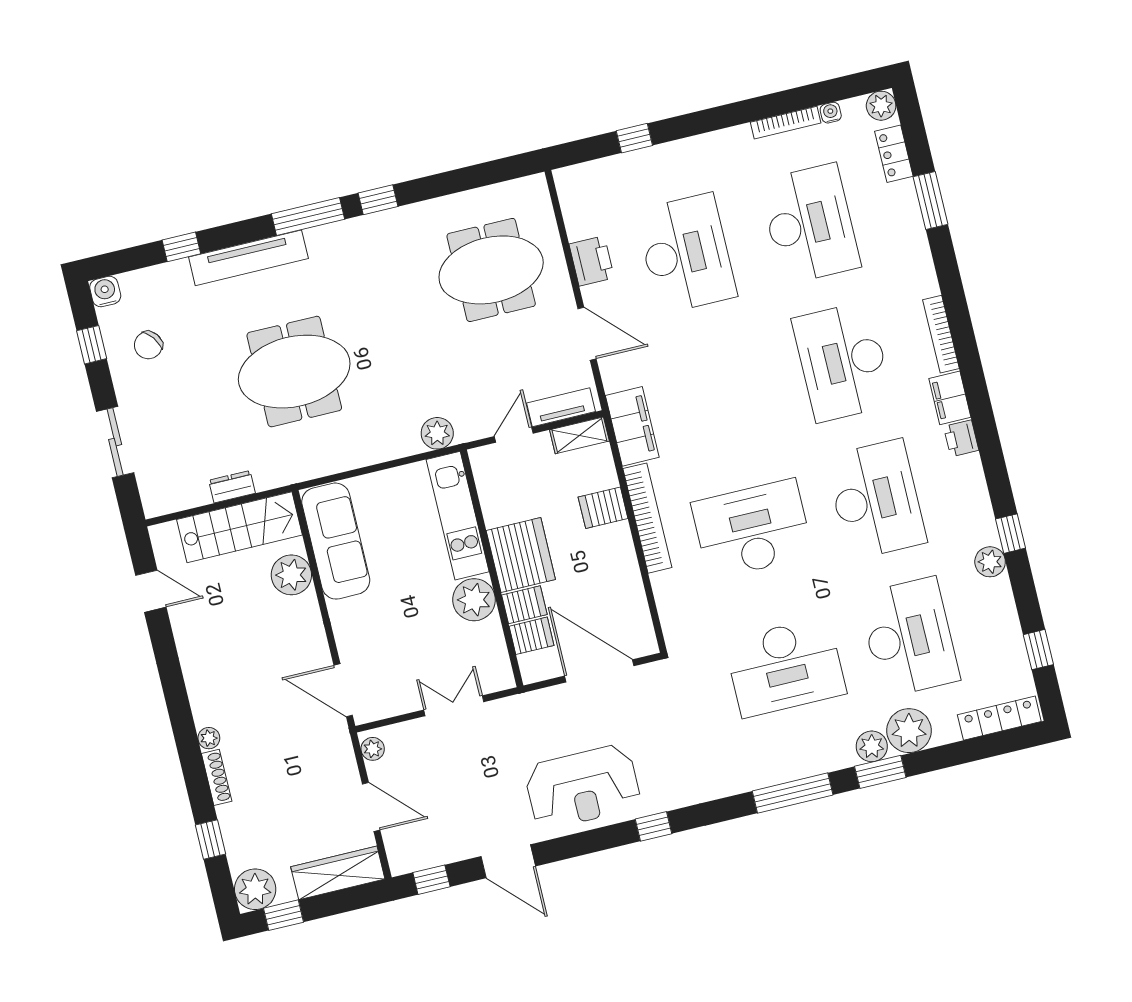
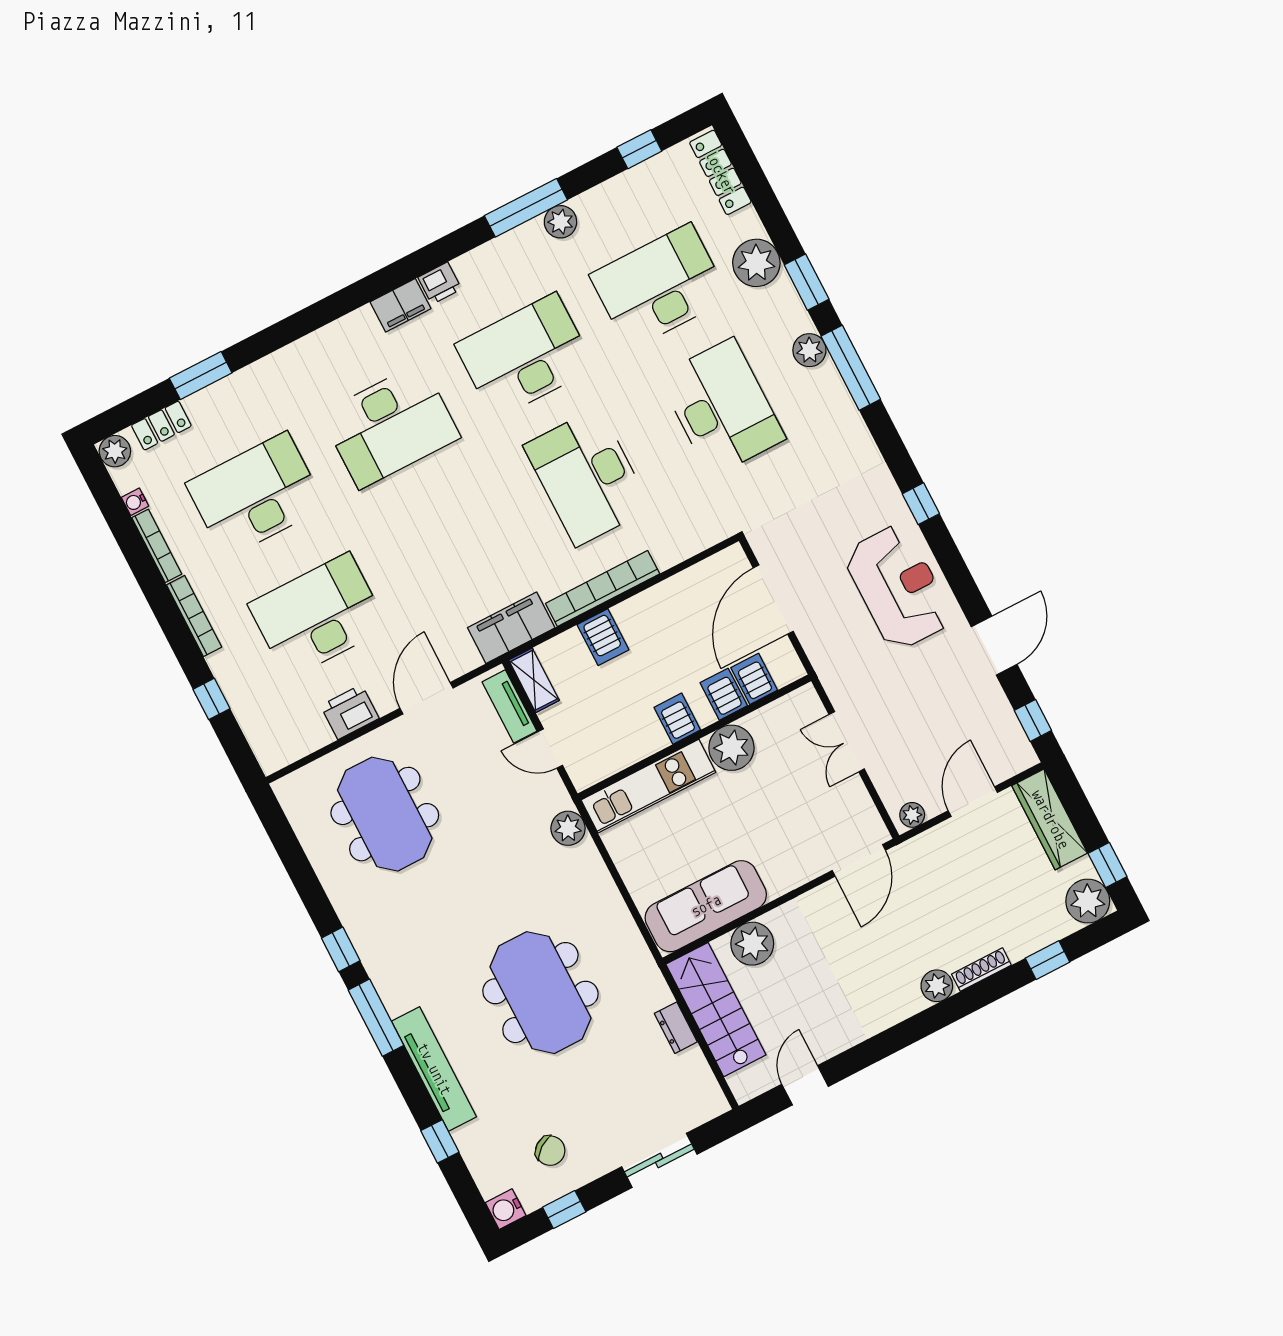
bookcase: (941, 334) -> (194, 616), moved, turned -90
window: (1011, 534) -> (526, 208), width x2.17
server rack: (521, 555) -> (677, 719), width x0.46, depth x0.70
plant: (209, 738) -> (937, 986), width x1.38, depth x1.38
plant: (872, 746) -> (809, 350), moved

